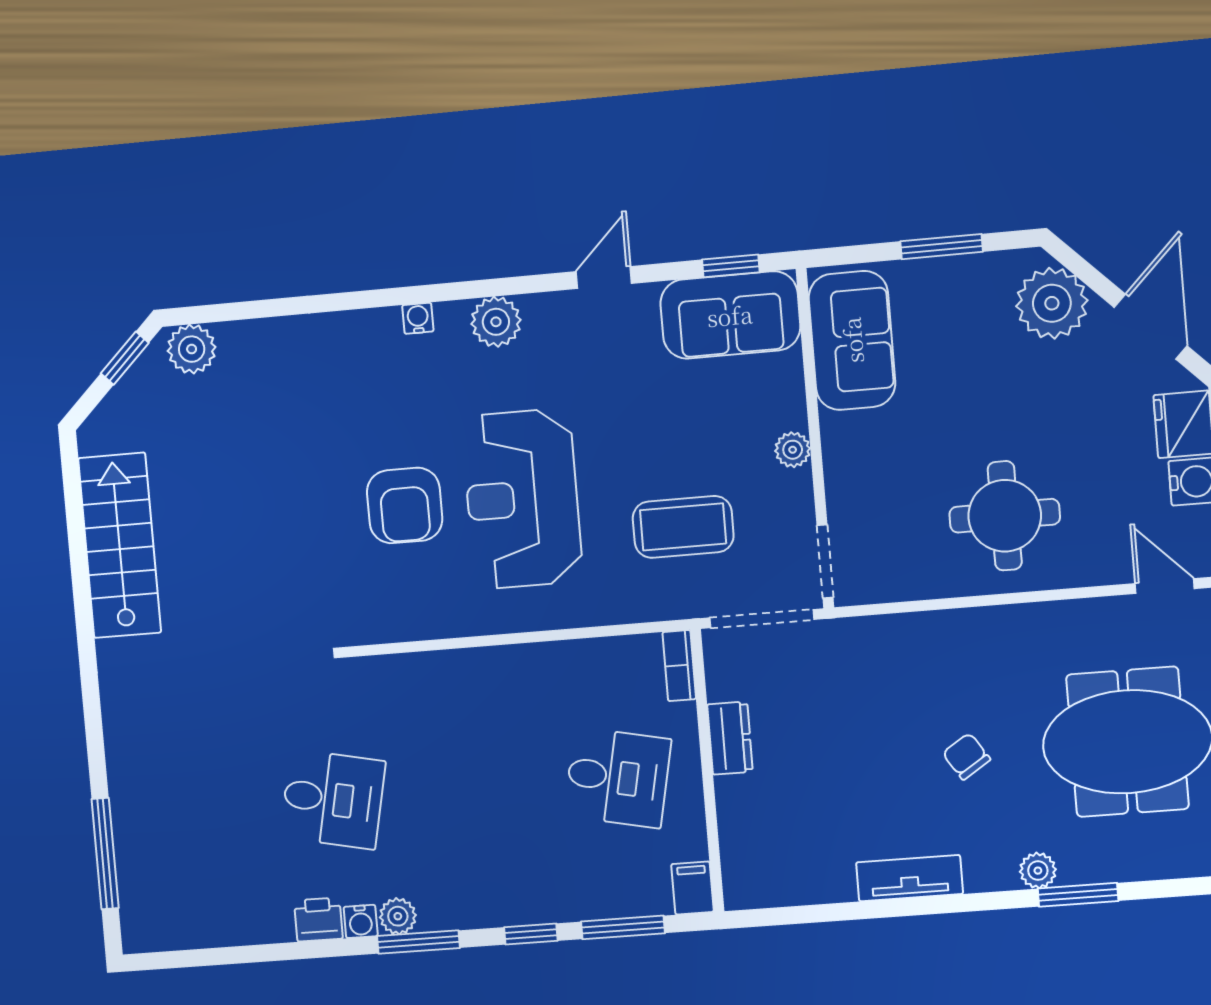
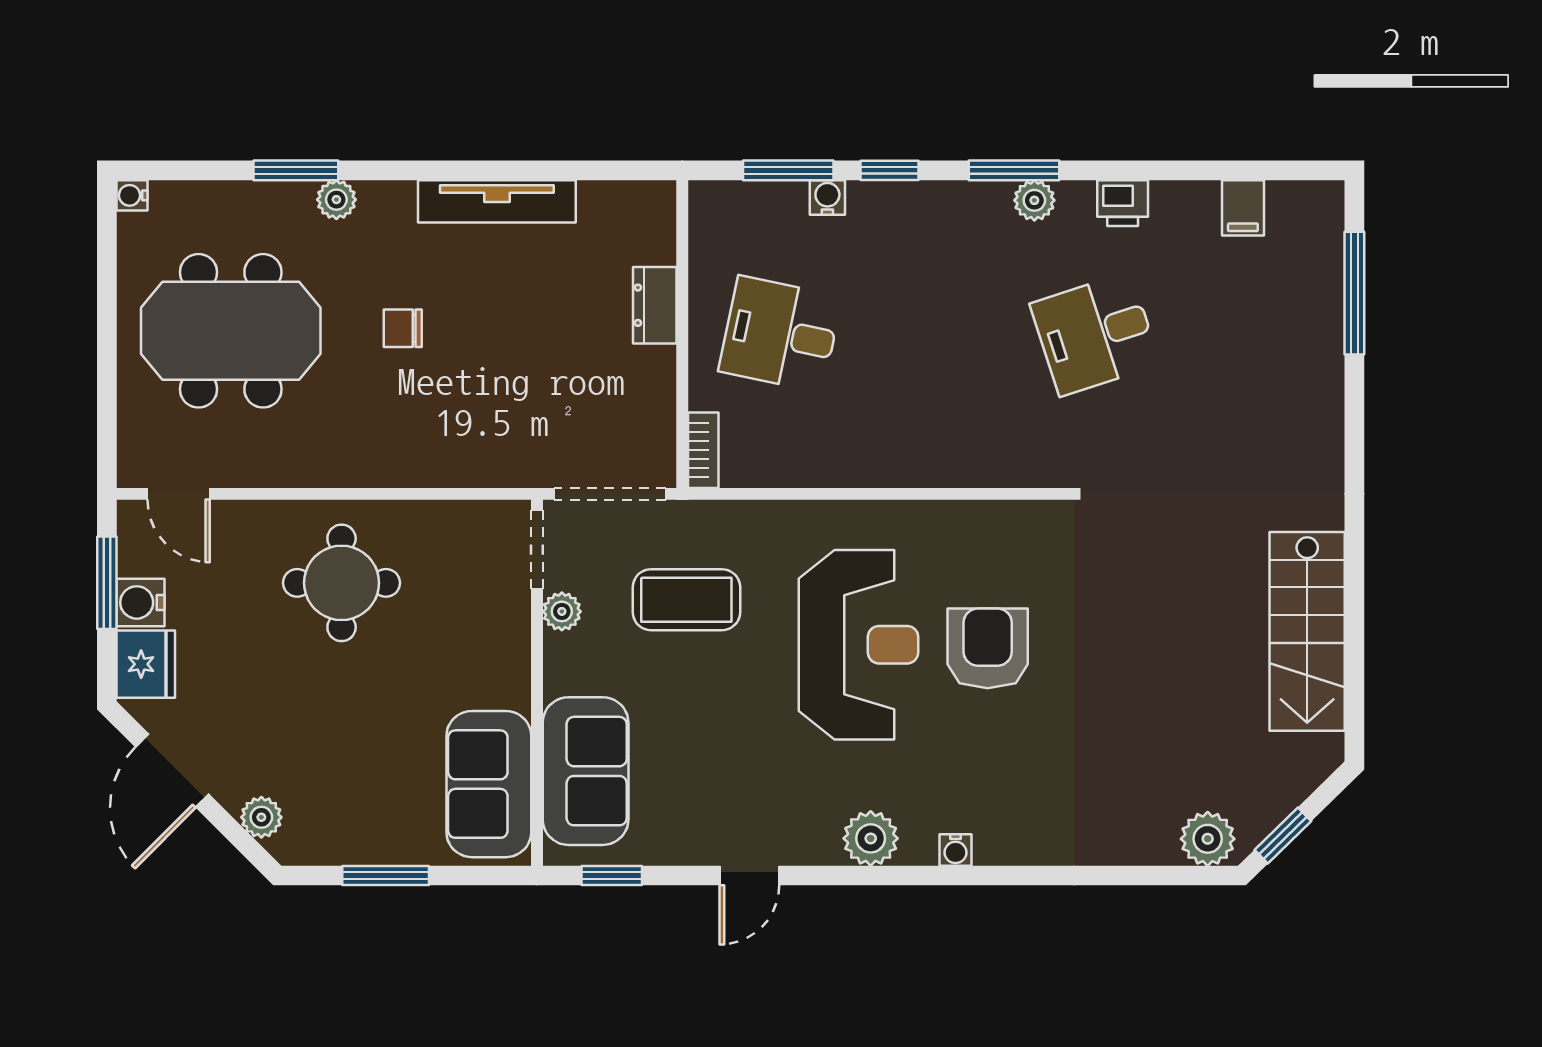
plant: (1052, 303) -> (261, 817), width x0.53, depth x0.53
sofa: (730, 315) -> (586, 771), moved, turned 90
plant: (793, 450) -> (562, 611), moved
dresser: (730, 738) -> (655, 305), moved
chair: (966, 756) -> (403, 328), turned 123
desk: (333, 799) -> (1095, 334), turned -30
tv unit: (909, 878) -> (497, 201), width x1.41
filing cabinet: (692, 888) -> (1243, 208), moved
water cooler: (361, 921) -> (827, 197), moved

